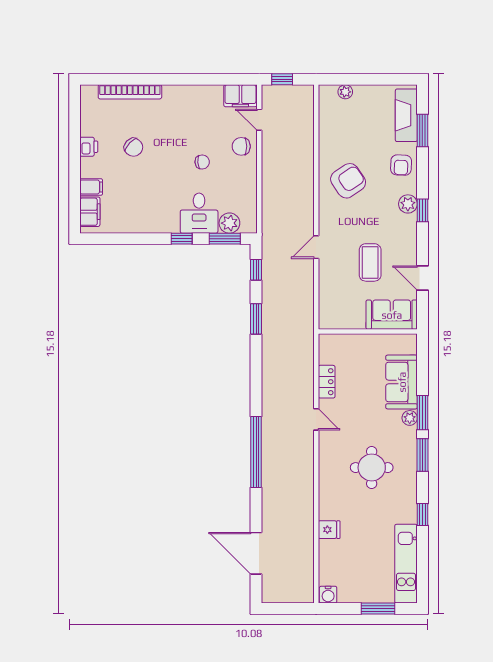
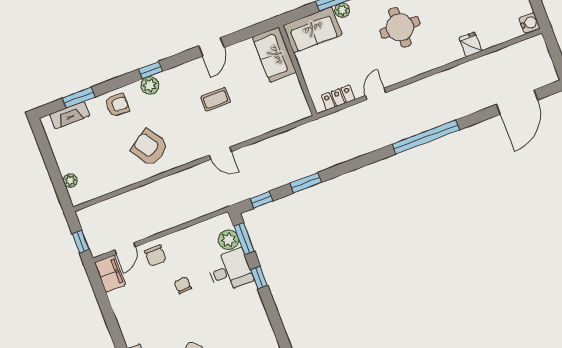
fireplace: (406, 115) -> (70, 115), width x0.73, depth x0.76
coffee table: (370, 262) -> (216, 99), width x0.73, depth x0.77
sofa: (392, 315) -> (274, 55), moved
wall: (368, 331) -> (298, 70), moved

